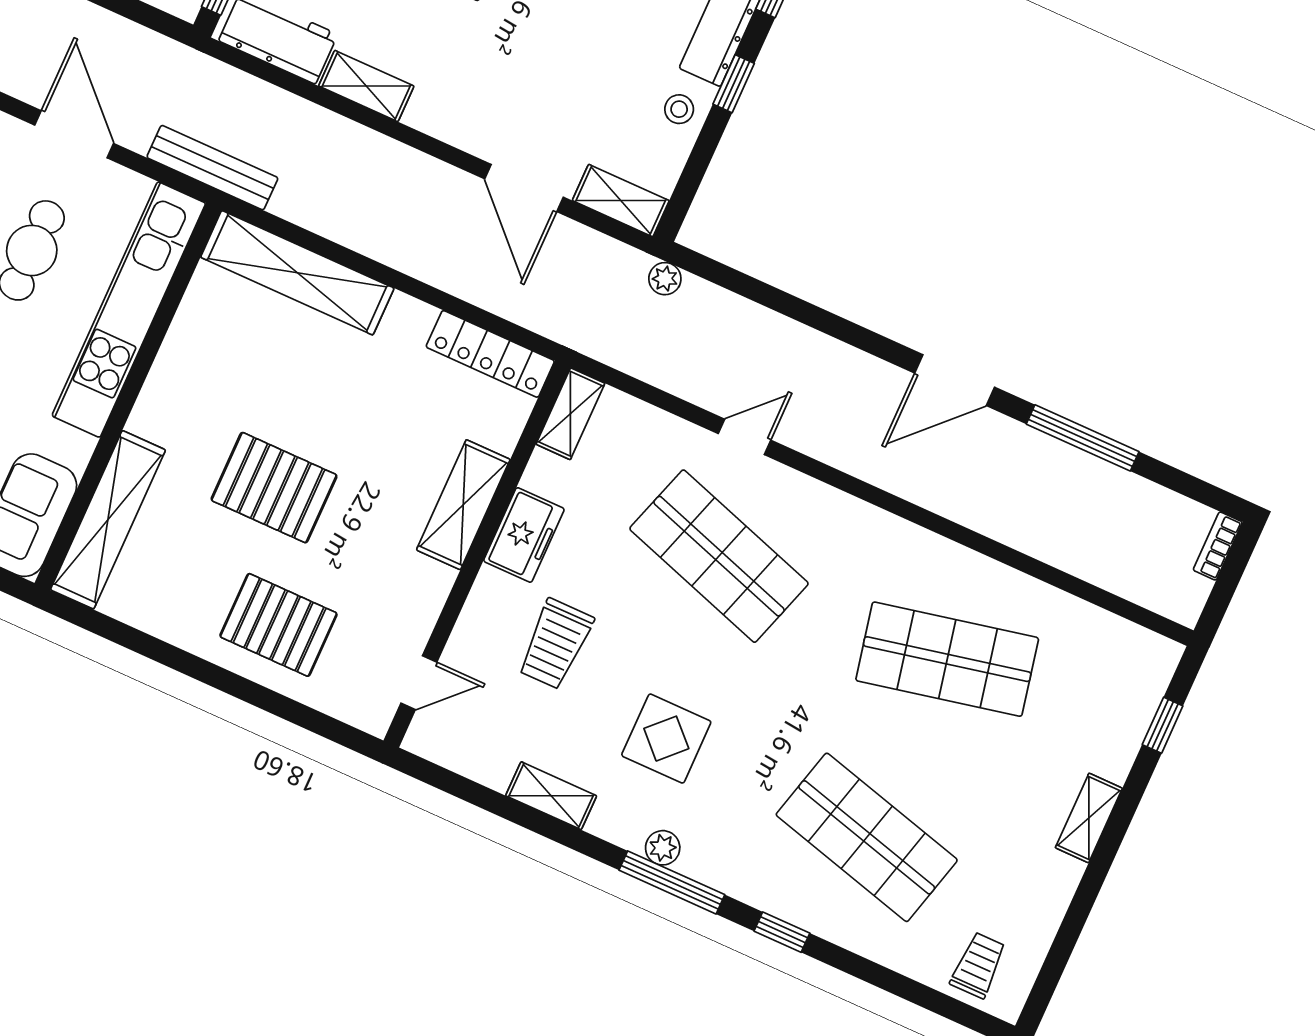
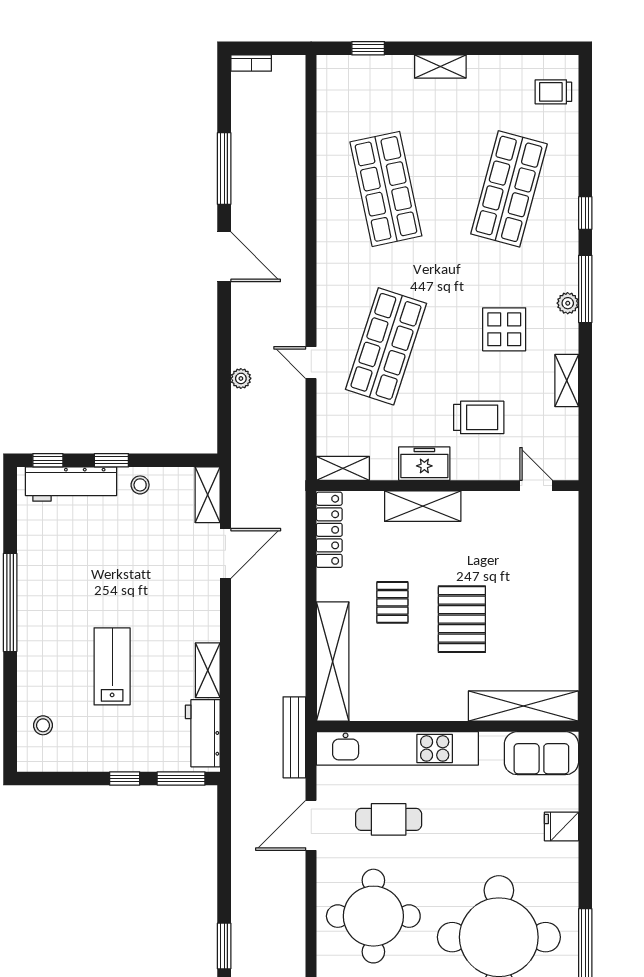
plant: (665, 279) -> (241, 378), moved
pallet: (279, 625) -> (392, 602), moved, width x0.67, depth x0.71

